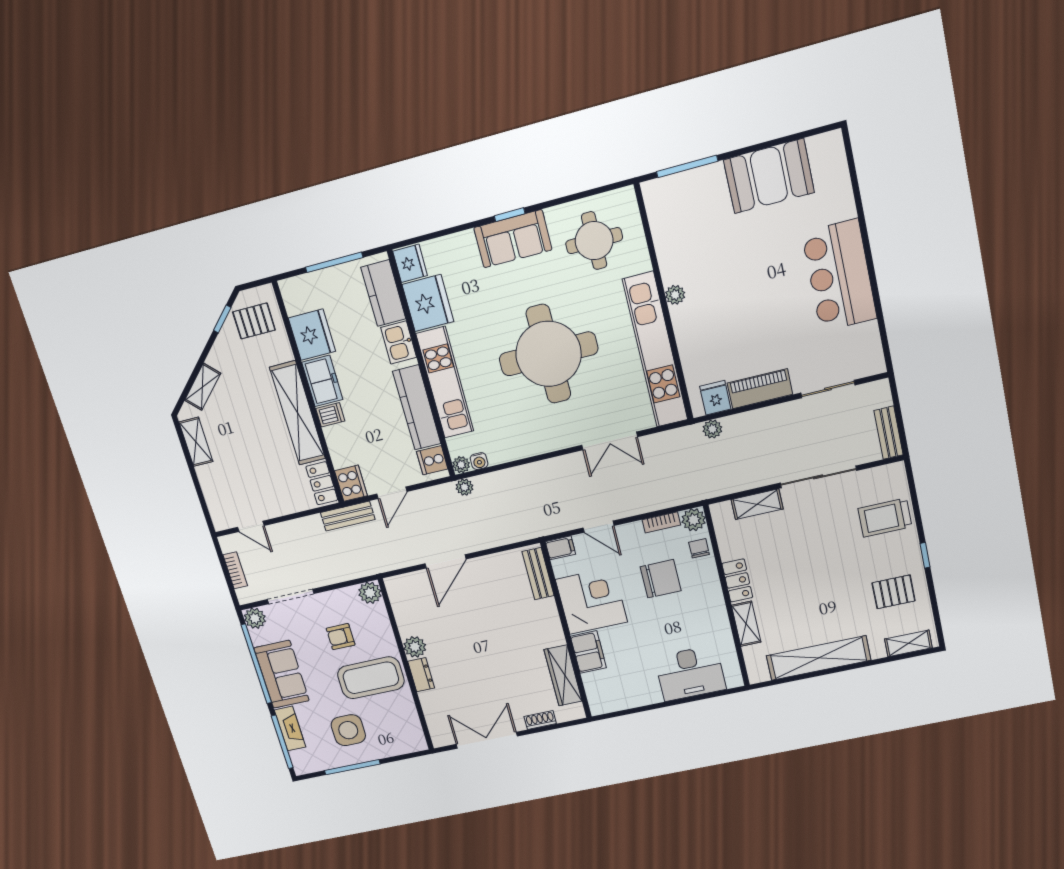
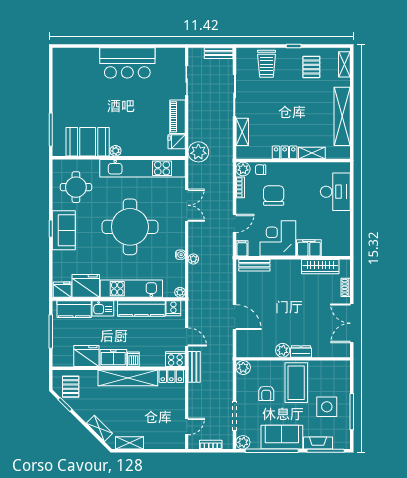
booth: (769, 176) -> (88, 142), moved, turned 90
plant: (712, 429) -> (198, 152), width x1.87, depth x1.87
water cooler: (479, 461) -> (180, 255), moved
plant: (465, 487) -> (193, 259), moved

